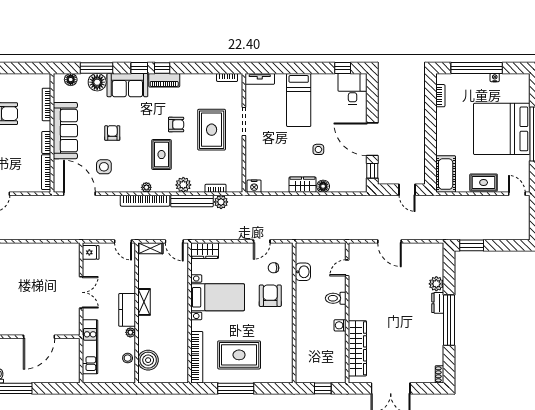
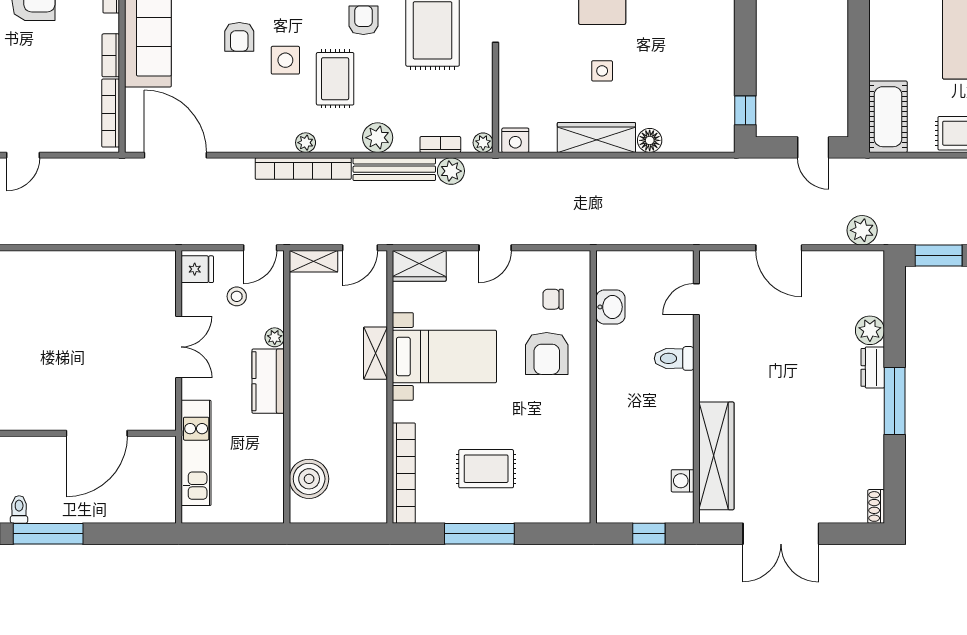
armchair: (176, 124) -> (363, 20), turned -90
armchair: (112, 133) -> (239, 37), turned 180
door: (372, 139) -> (745, 49), removed
side table: (318, 149) -> (602, 71), moved
side table: (104, 167) -> (285, 60), moved
wardrobe: (302, 185) -> (596, 137), width x1.50
plant: (238, 187) -> (483, 143), added
plant: (432, 232) -> (862, 230), added
door: (123, 241) -> (260, 248), hinge flipped
door: (174, 241) -> (360, 248), hinge flipped
door: (262, 241) -> (495, 248), moved
armchair: (270, 296) -> (547, 353), turned 180
shelving: (144, 302) -> (375, 353), moved
window: (449, 320) -> (895, 401), width x0.68
washing machine: (340, 325) -> (683, 481), moved
plant: (130, 332) -> (275, 337), moved
rug: (239, 355) -> (486, 469), width x0.73, depth x0.70
stool: (128, 358) -> (237, 296), moved

